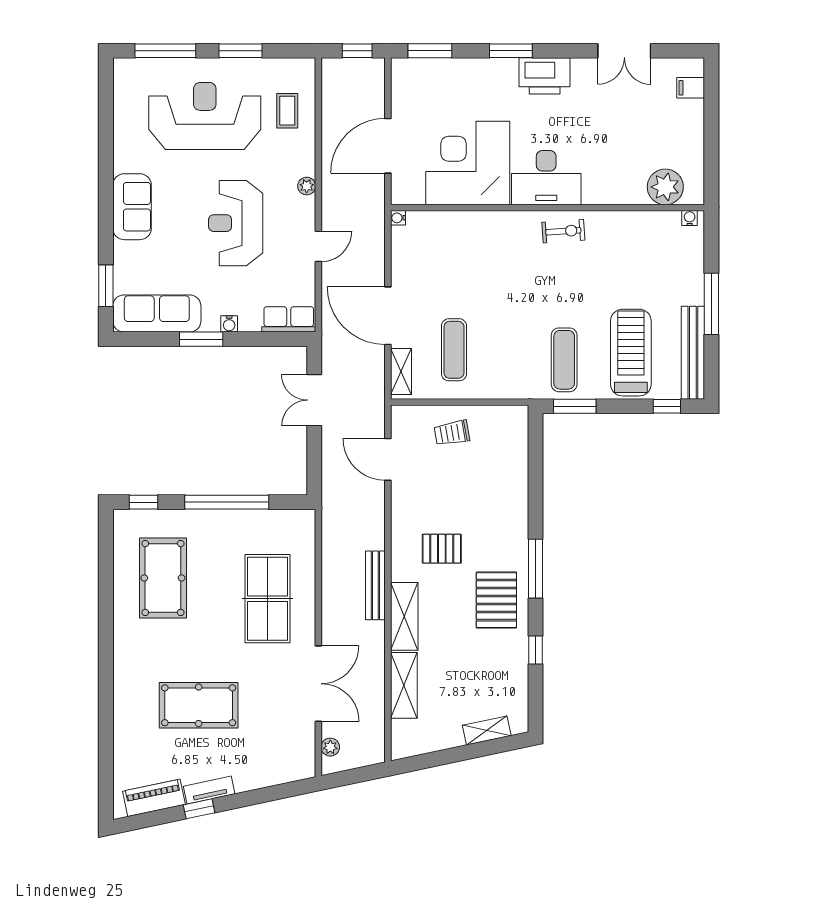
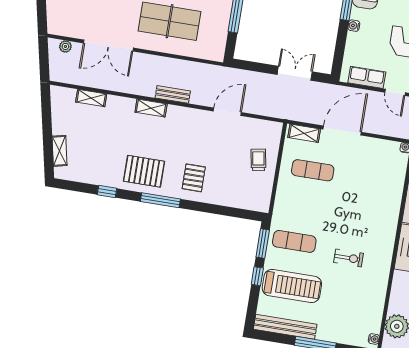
exercise bike: (563, 231) -> (349, 258), moved, turned -86
row of seats: (289, 319) -> (367, 77), moved, turned -90
window: (667, 406) -> (257, 276), moved
door: (388, 459) -> (227, 112), moved
pallet: (442, 549) -> (194, 178), moved
bench: (375, 585) -> (173, 94), width x0.73
shelving: (404, 616) -> (151, 108), width x0.67, depth x0.75
shelving: (404, 685) -> (91, 98), width x0.67, depth x0.75

